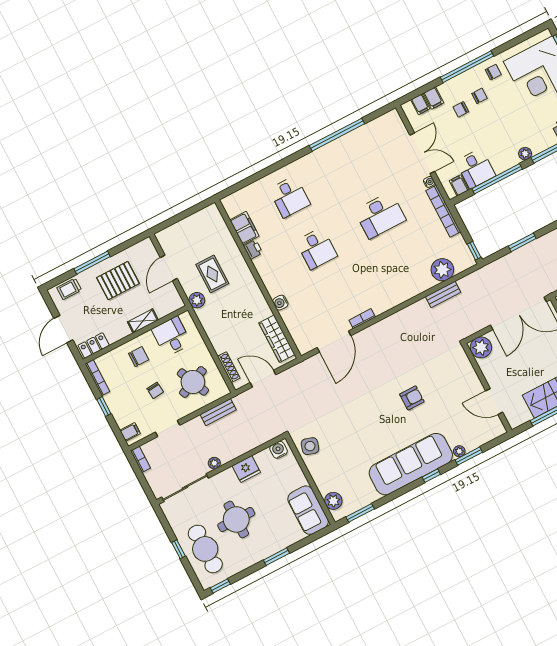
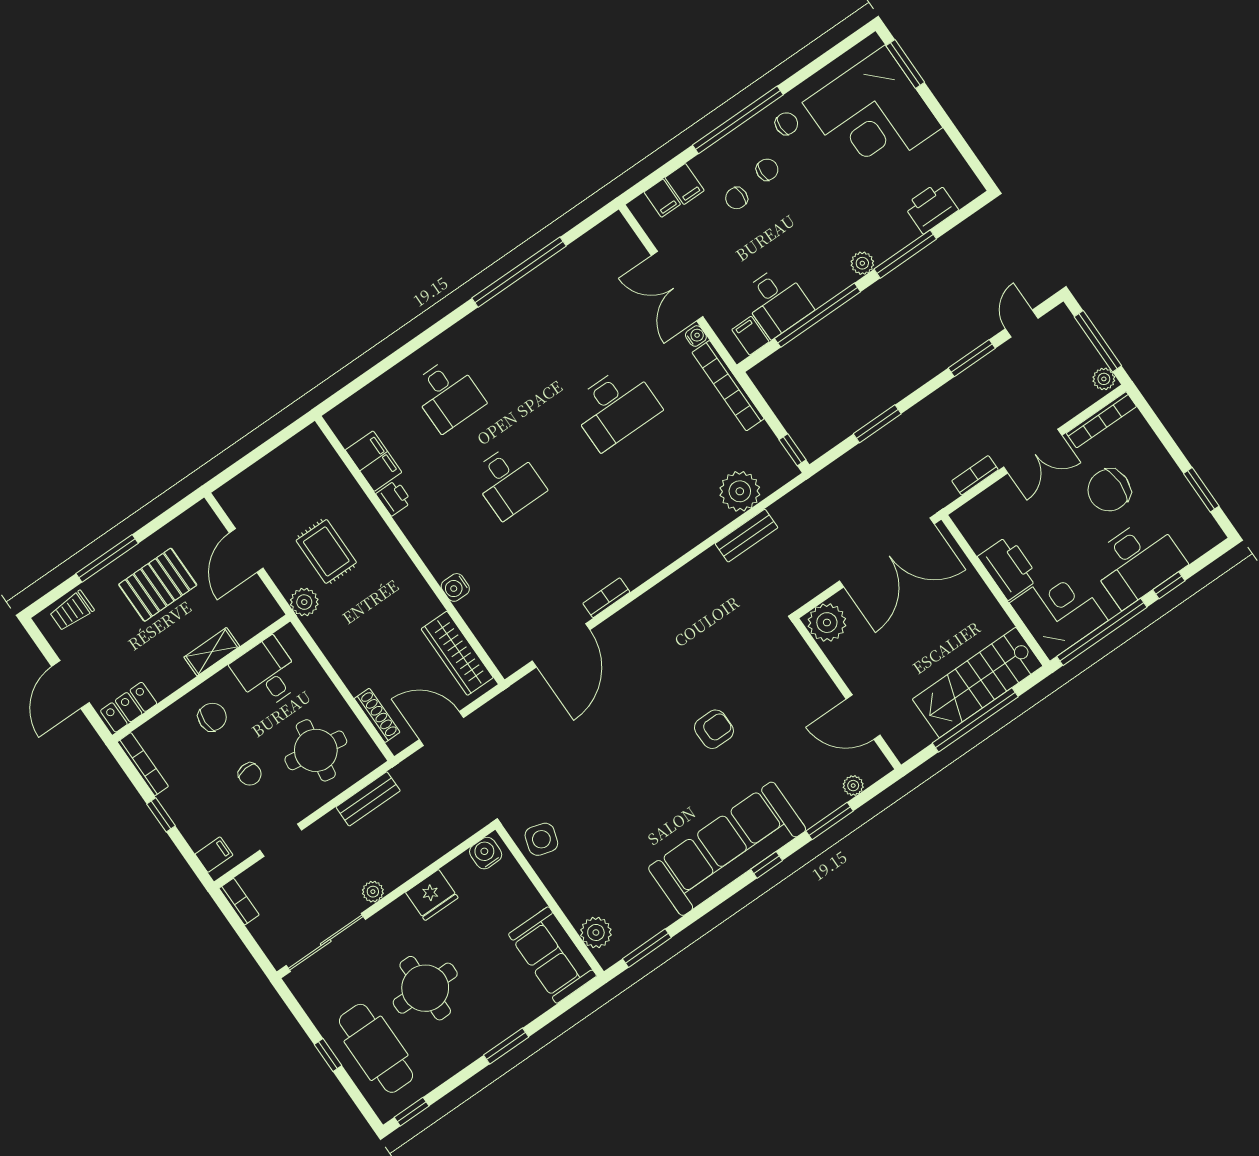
double door: (422, 153) -> (677, 286), swing flipped
round table: (193, 382) -> (316, 750), turned 33
plant: (459, 451) -> (853, 786), moved

